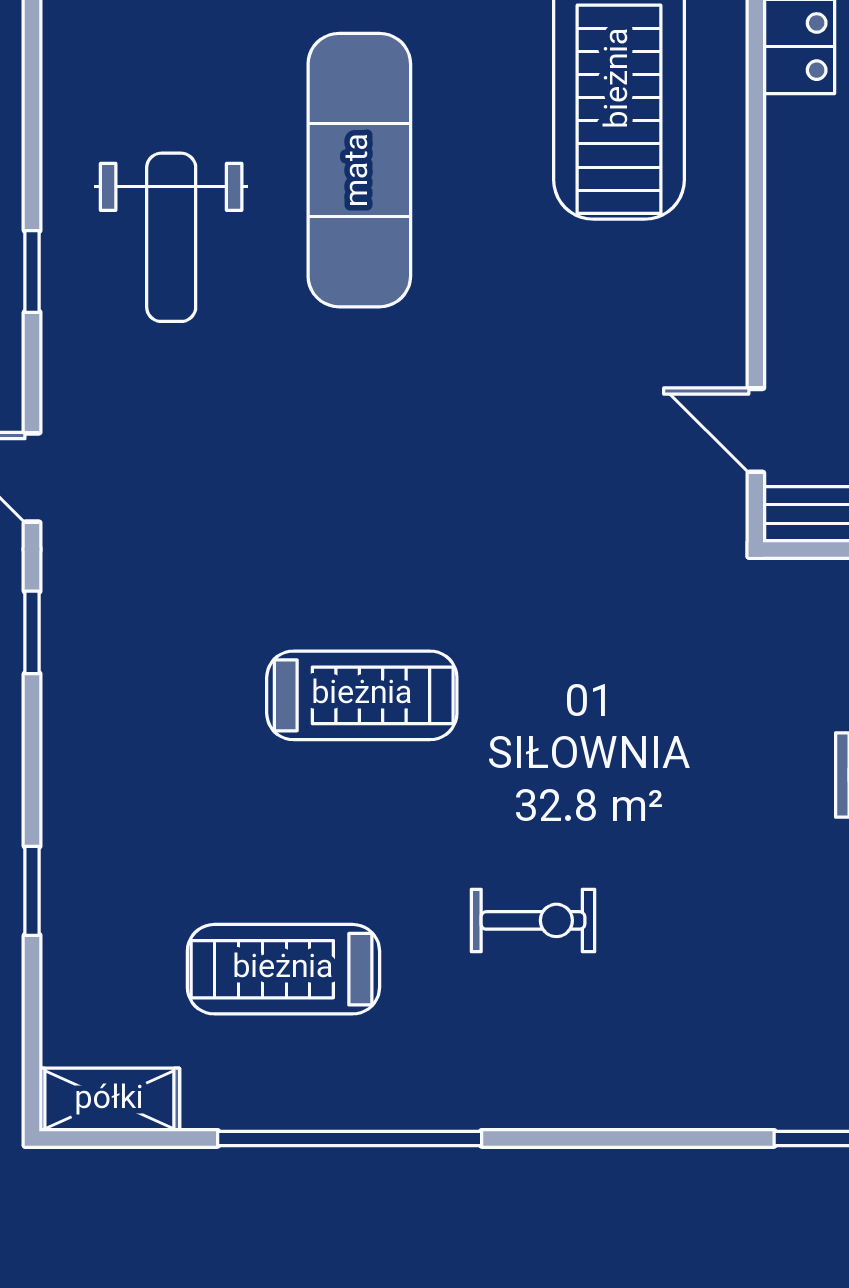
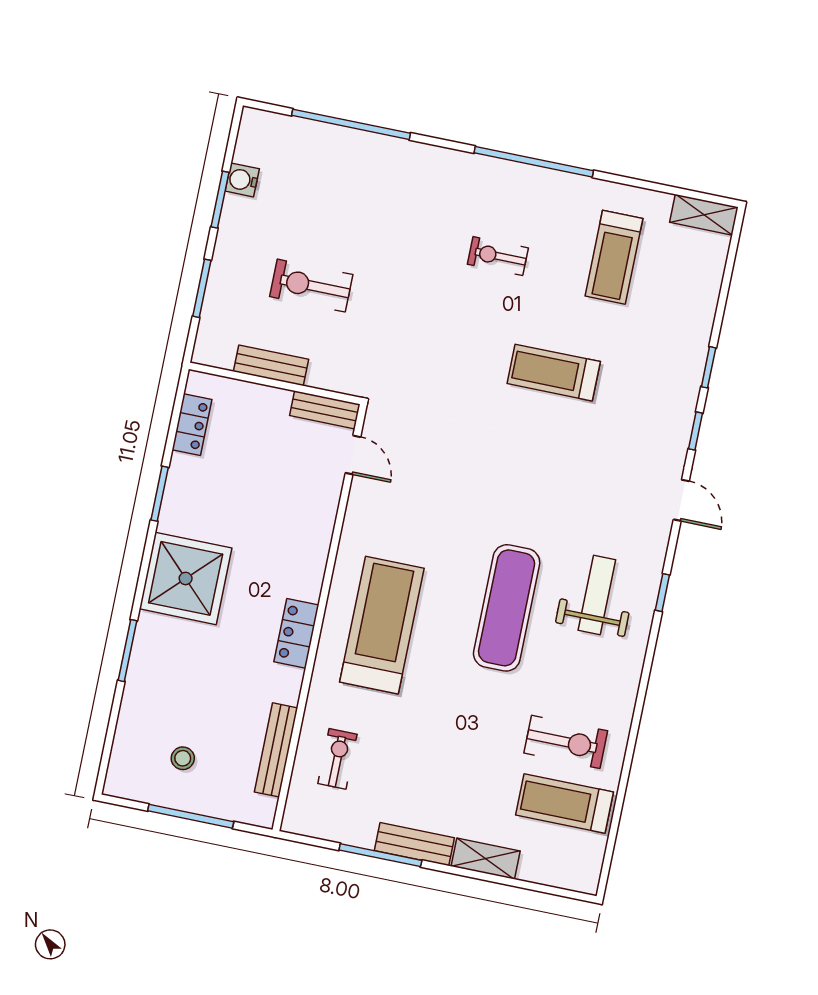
window: (32, 891) -> (709, 367), moved
treadmill: (283, 969) -> (614, 257), turned 90
window: (350, 1138) -> (534, 162), moved

